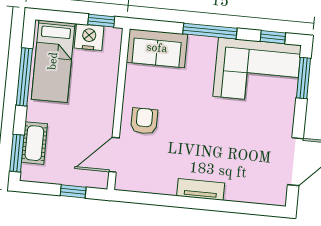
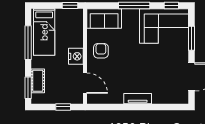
nightstand: (89, 37) -> (76, 56), moved, turned 90
window: (303, 78) -> (192, 38), moved
armchair: (144, 121) -> (101, 51), moved
door: (114, 155) -> (85, 83), swing flipped

